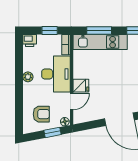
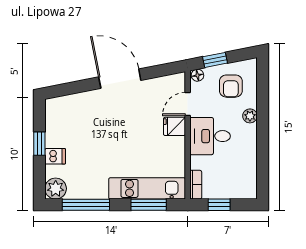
printer: (30, 41) -> (248, 191), removed
desk: (56, 74) -> (210, 136), width x0.73
plant: (28, 77) -> (250, 116), moved
armchair: (41, 114) -> (231, 86), turned -90

